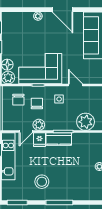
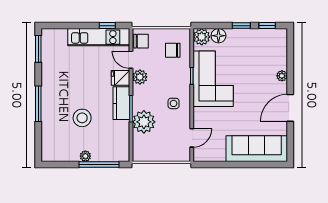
door: (75, 85) -> (192, 138), moved
chair: (37, 103) -> (141, 41), moved
plant: (86, 122) -> (144, 122), moved
stool: (42, 182) -> (82, 118), moved

